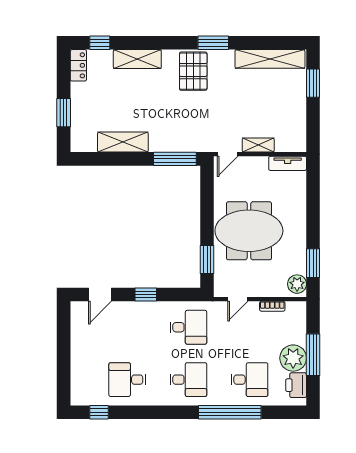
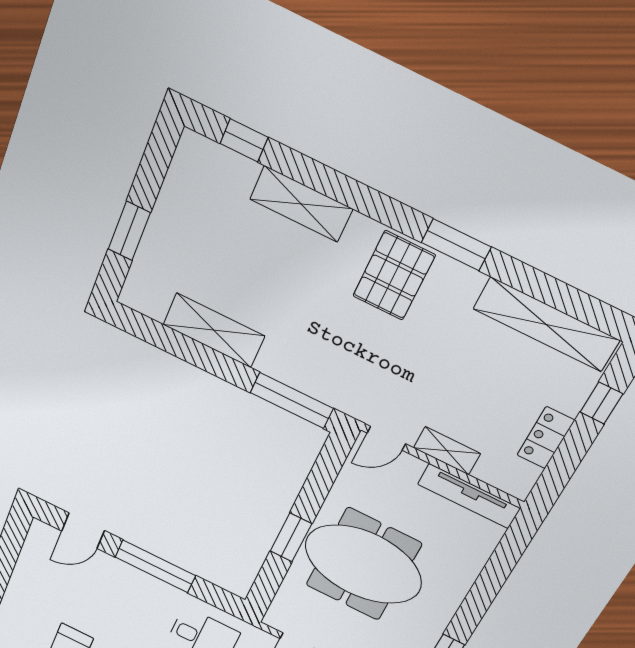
locker: (78, 65) -> (546, 438), moved, turned 180
window: (313, 83) -> (601, 403), width x0.67
tv unit: (288, 163) -> (469, 496), width x1.41
window: (207, 260) -> (291, 537), moved
window: (146, 295) -> (155, 566), width x2.17

